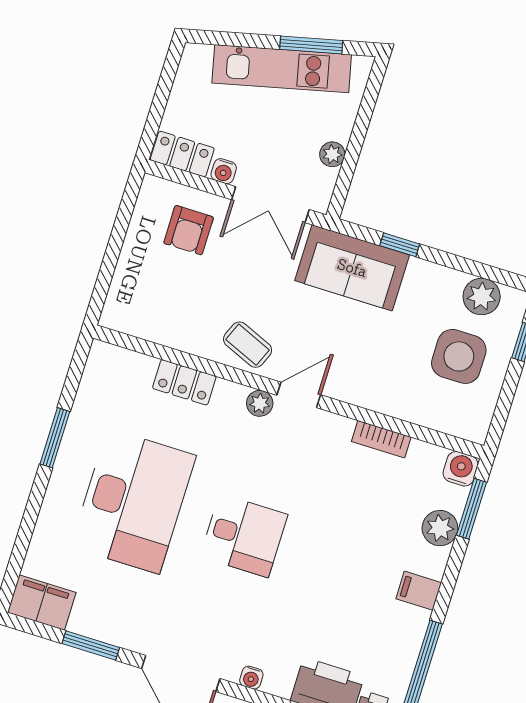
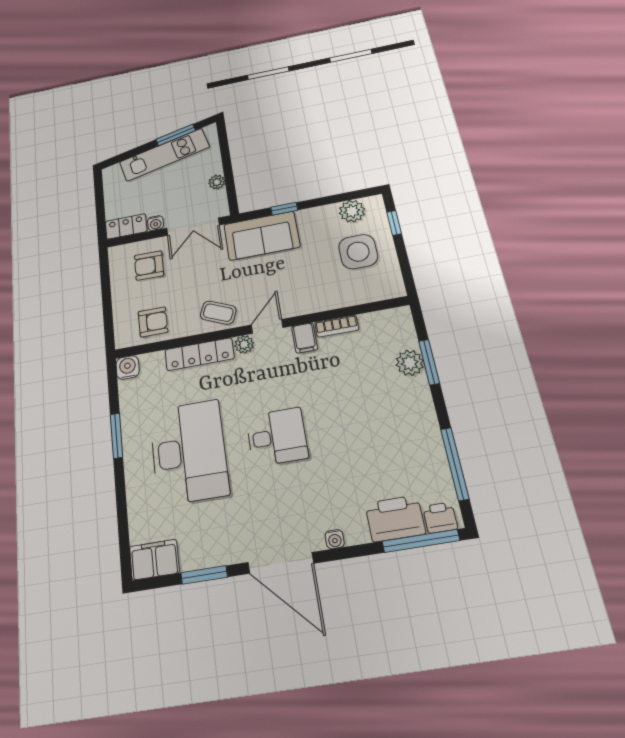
armchair: (189, 230) -> (149, 266), turned 91
armchair: (160, 313) -> (153, 322), added
locker: (184, 382) -> (199, 354), width x1.53
water cooler: (461, 469) -> (128, 367), moved
window: (471, 509) -> (429, 362), moved
filing cabinet: (419, 591) -> (305, 338), moved, turned -90

